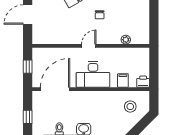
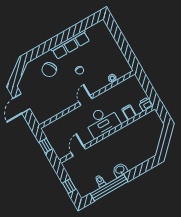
door: (55, 89) -> (78, 151), width x0.53
stool: (130, 107) -> (147, 130), removed

